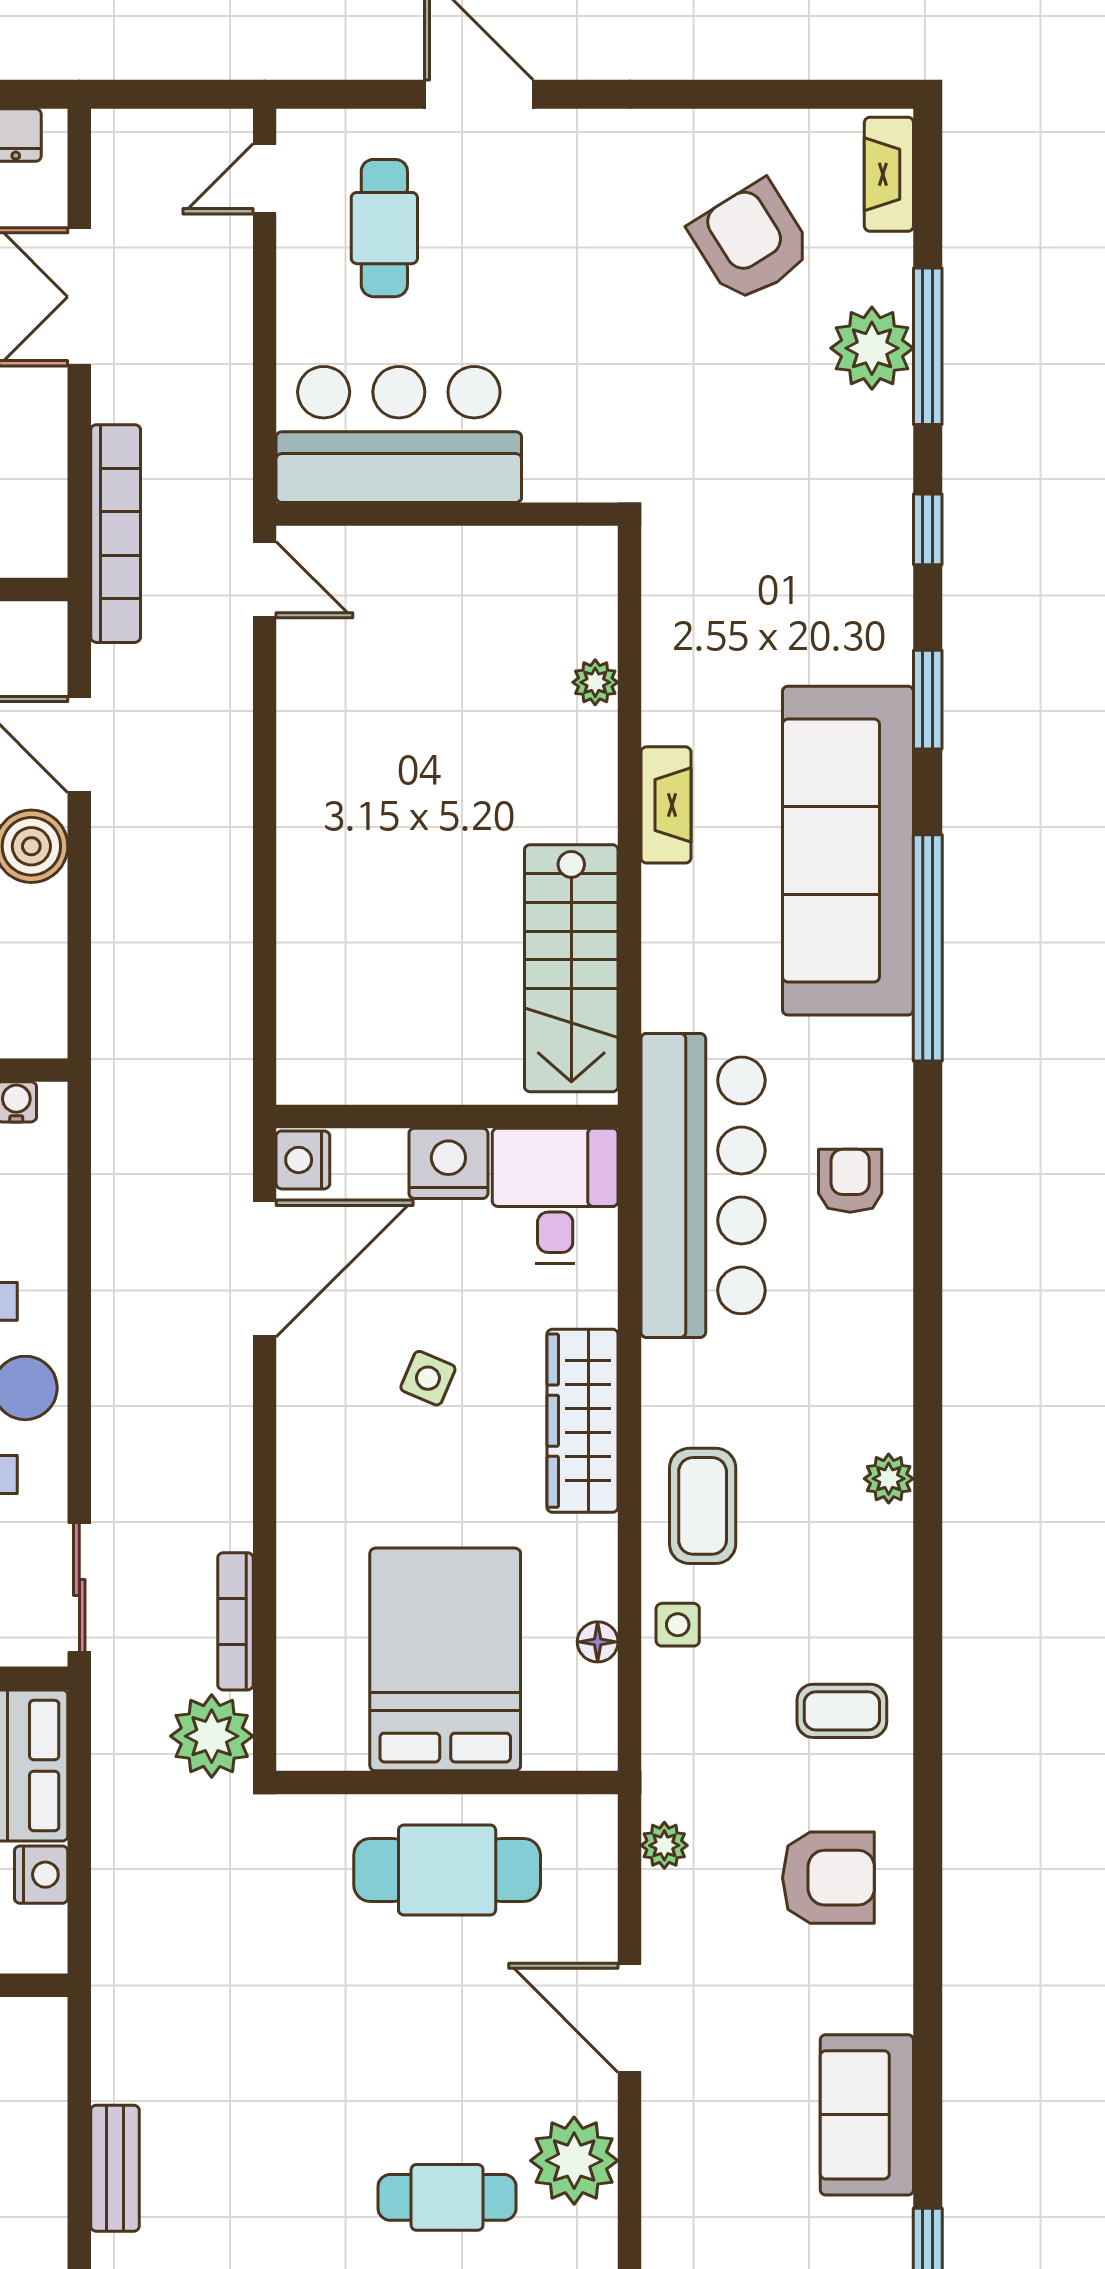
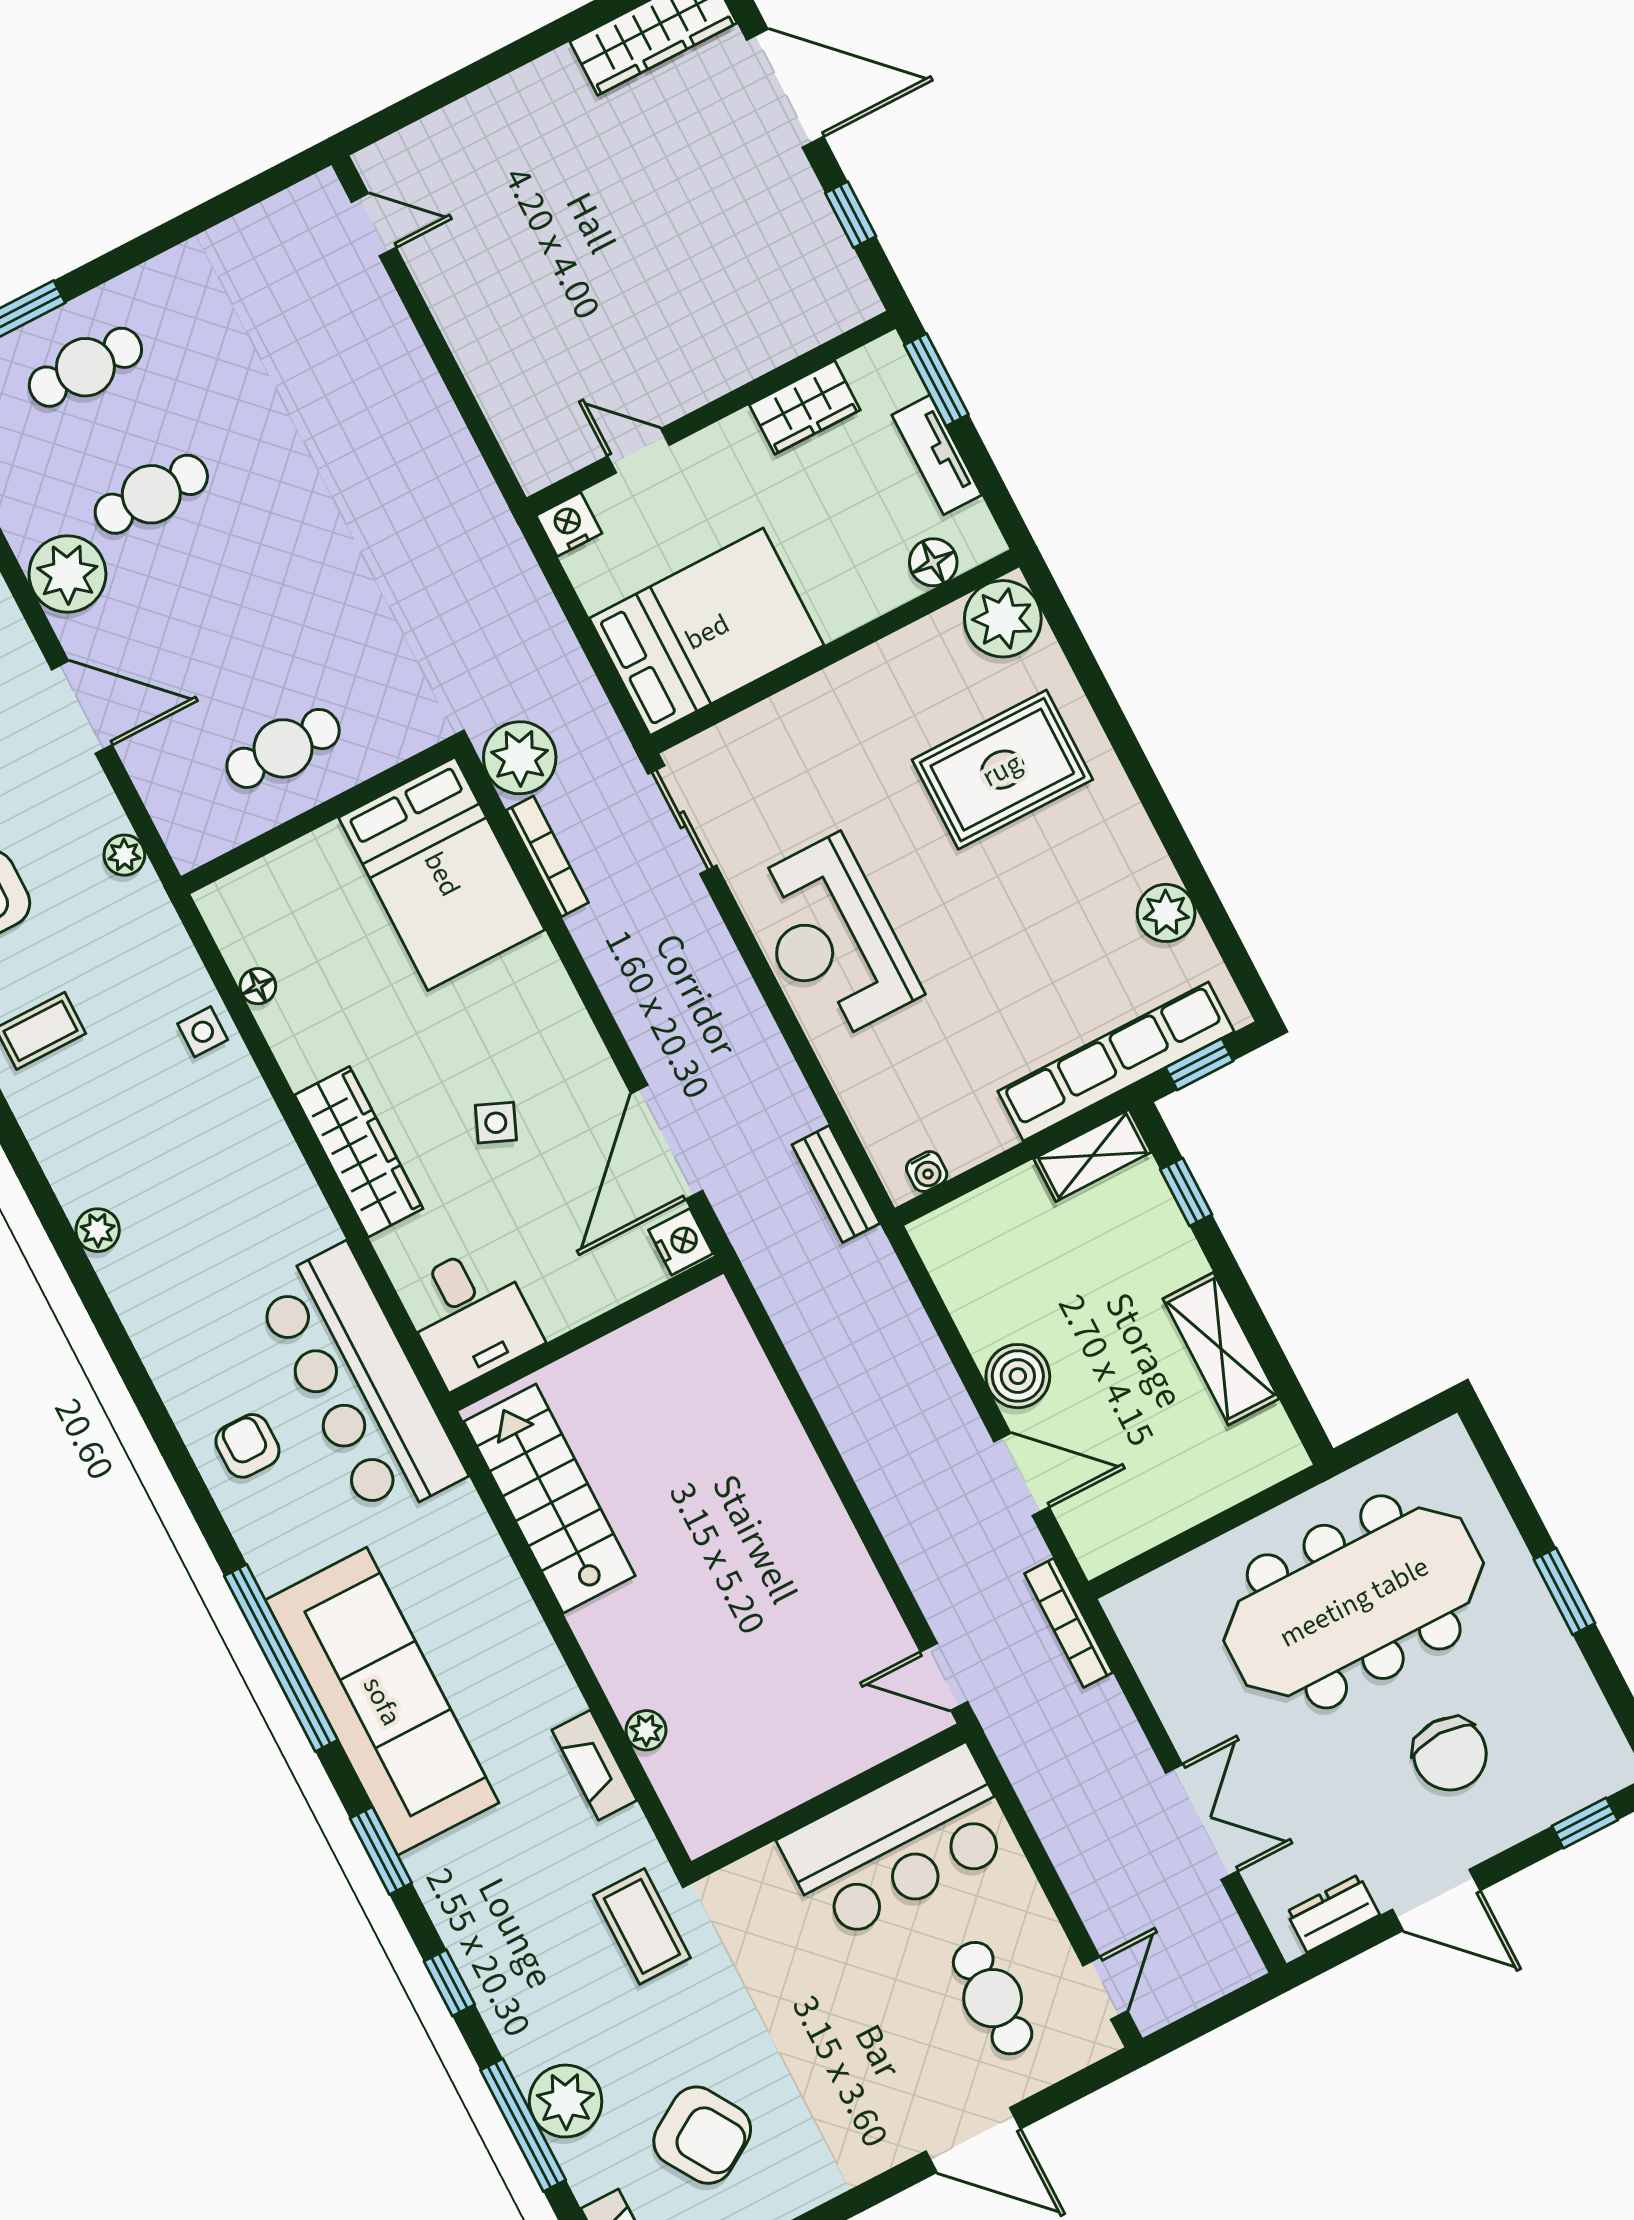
bookcase: (116, 534) -> (1069, 1623), width x0.68, depth x0.76
fireplace: (666, 805) -> (594, 1765), moved
nightstand: (448, 1163) -> (566, 1298), removed
armchair: (850, 1181) -> (247, 1446), turned 180
coffee table: (703, 1506) -> (642, 1926), moved
bed: (445, 1659) -> (442, 874), moved
cafe table: (447, 1870) -> (283, 748), width x0.73, depth x0.74
nightstand: (41, 1875) -> (569, 524), moved, turned 90
bench: (115, 2168) -> (836, 1184), moved

